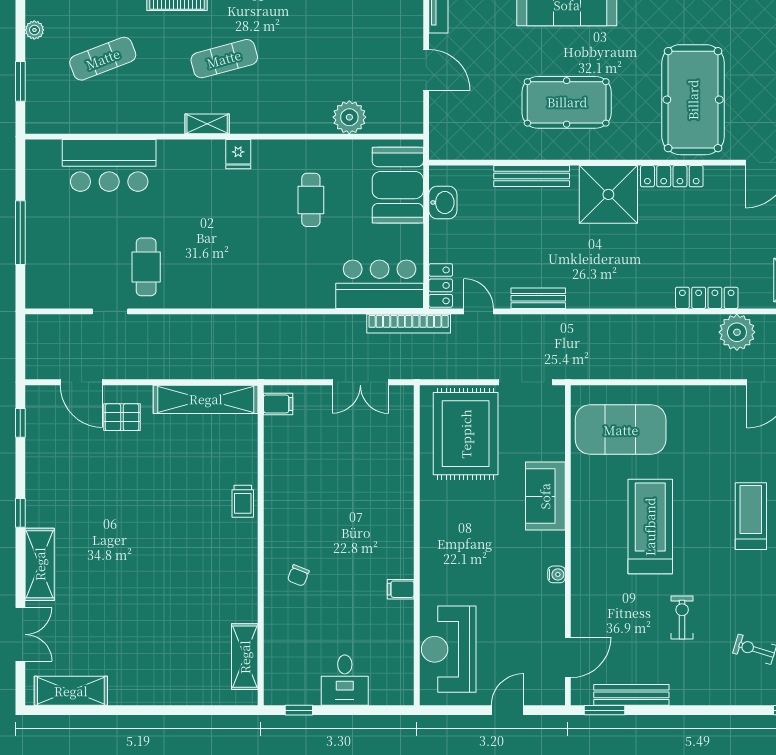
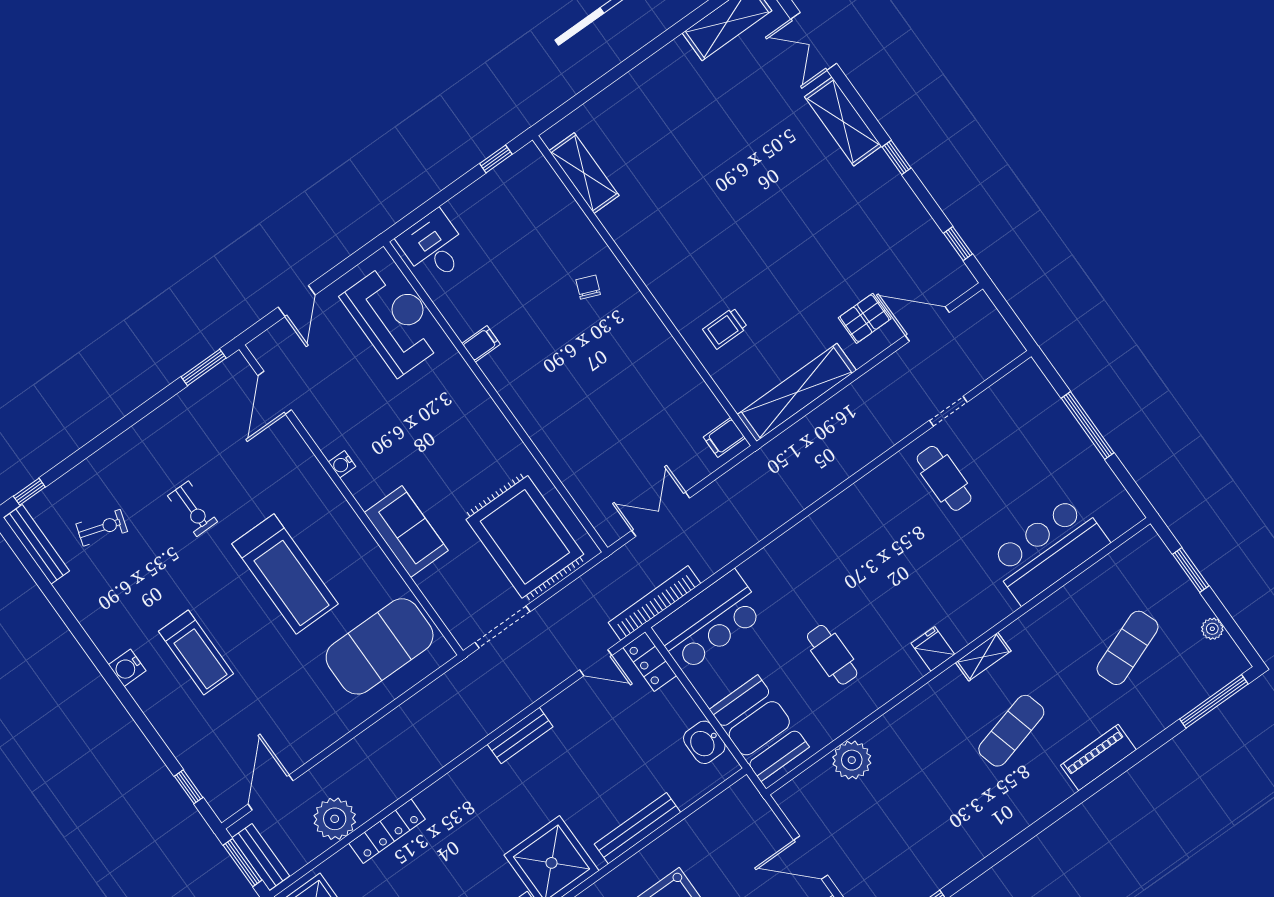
bench: (538, 298) -> (520, 736), moved
trolley: (243, 501) -> (725, 328), moved, turned -90
desk: (345, 680) -> (434, 246), moved
bench: (631, 695) -> (188, 400), removed

